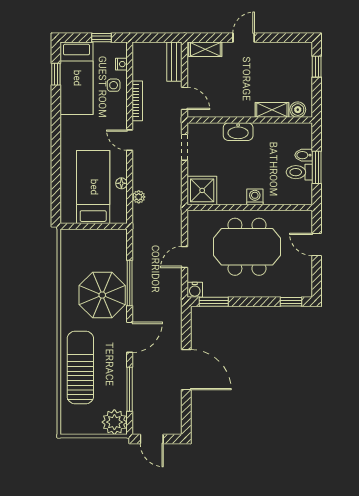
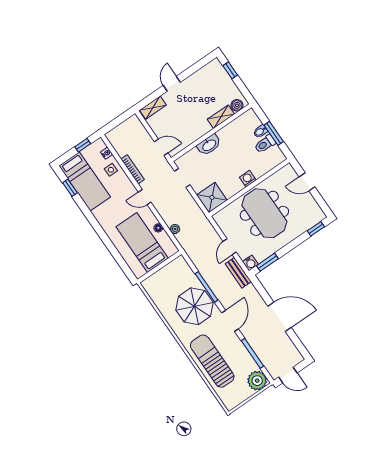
bench: (174, 62) -> (238, 273), moved
meeting table: (247, 247) -> (264, 213), turned 90

